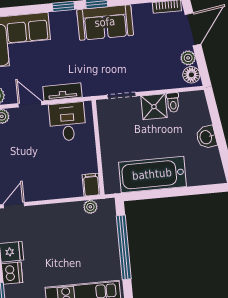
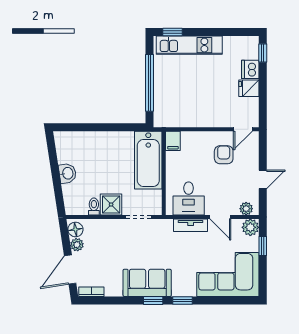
bathtub: (152, 174) -> (148, 160), moved, turned 90
armchair: (33, 175) -> (224, 155), added
plant: (90, 207) -> (176, 121), removed

